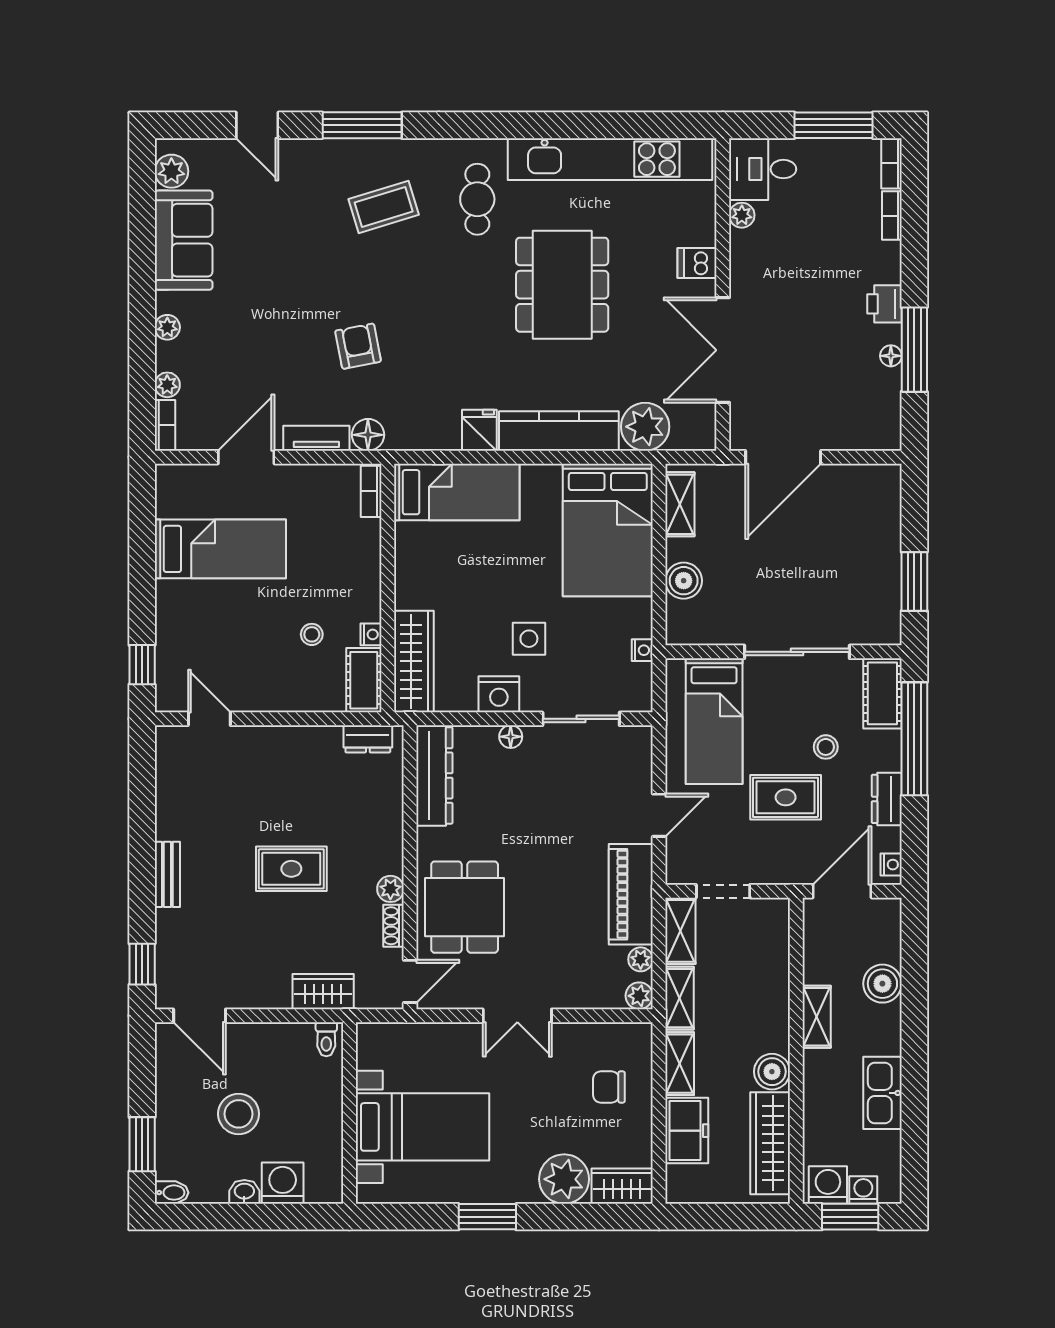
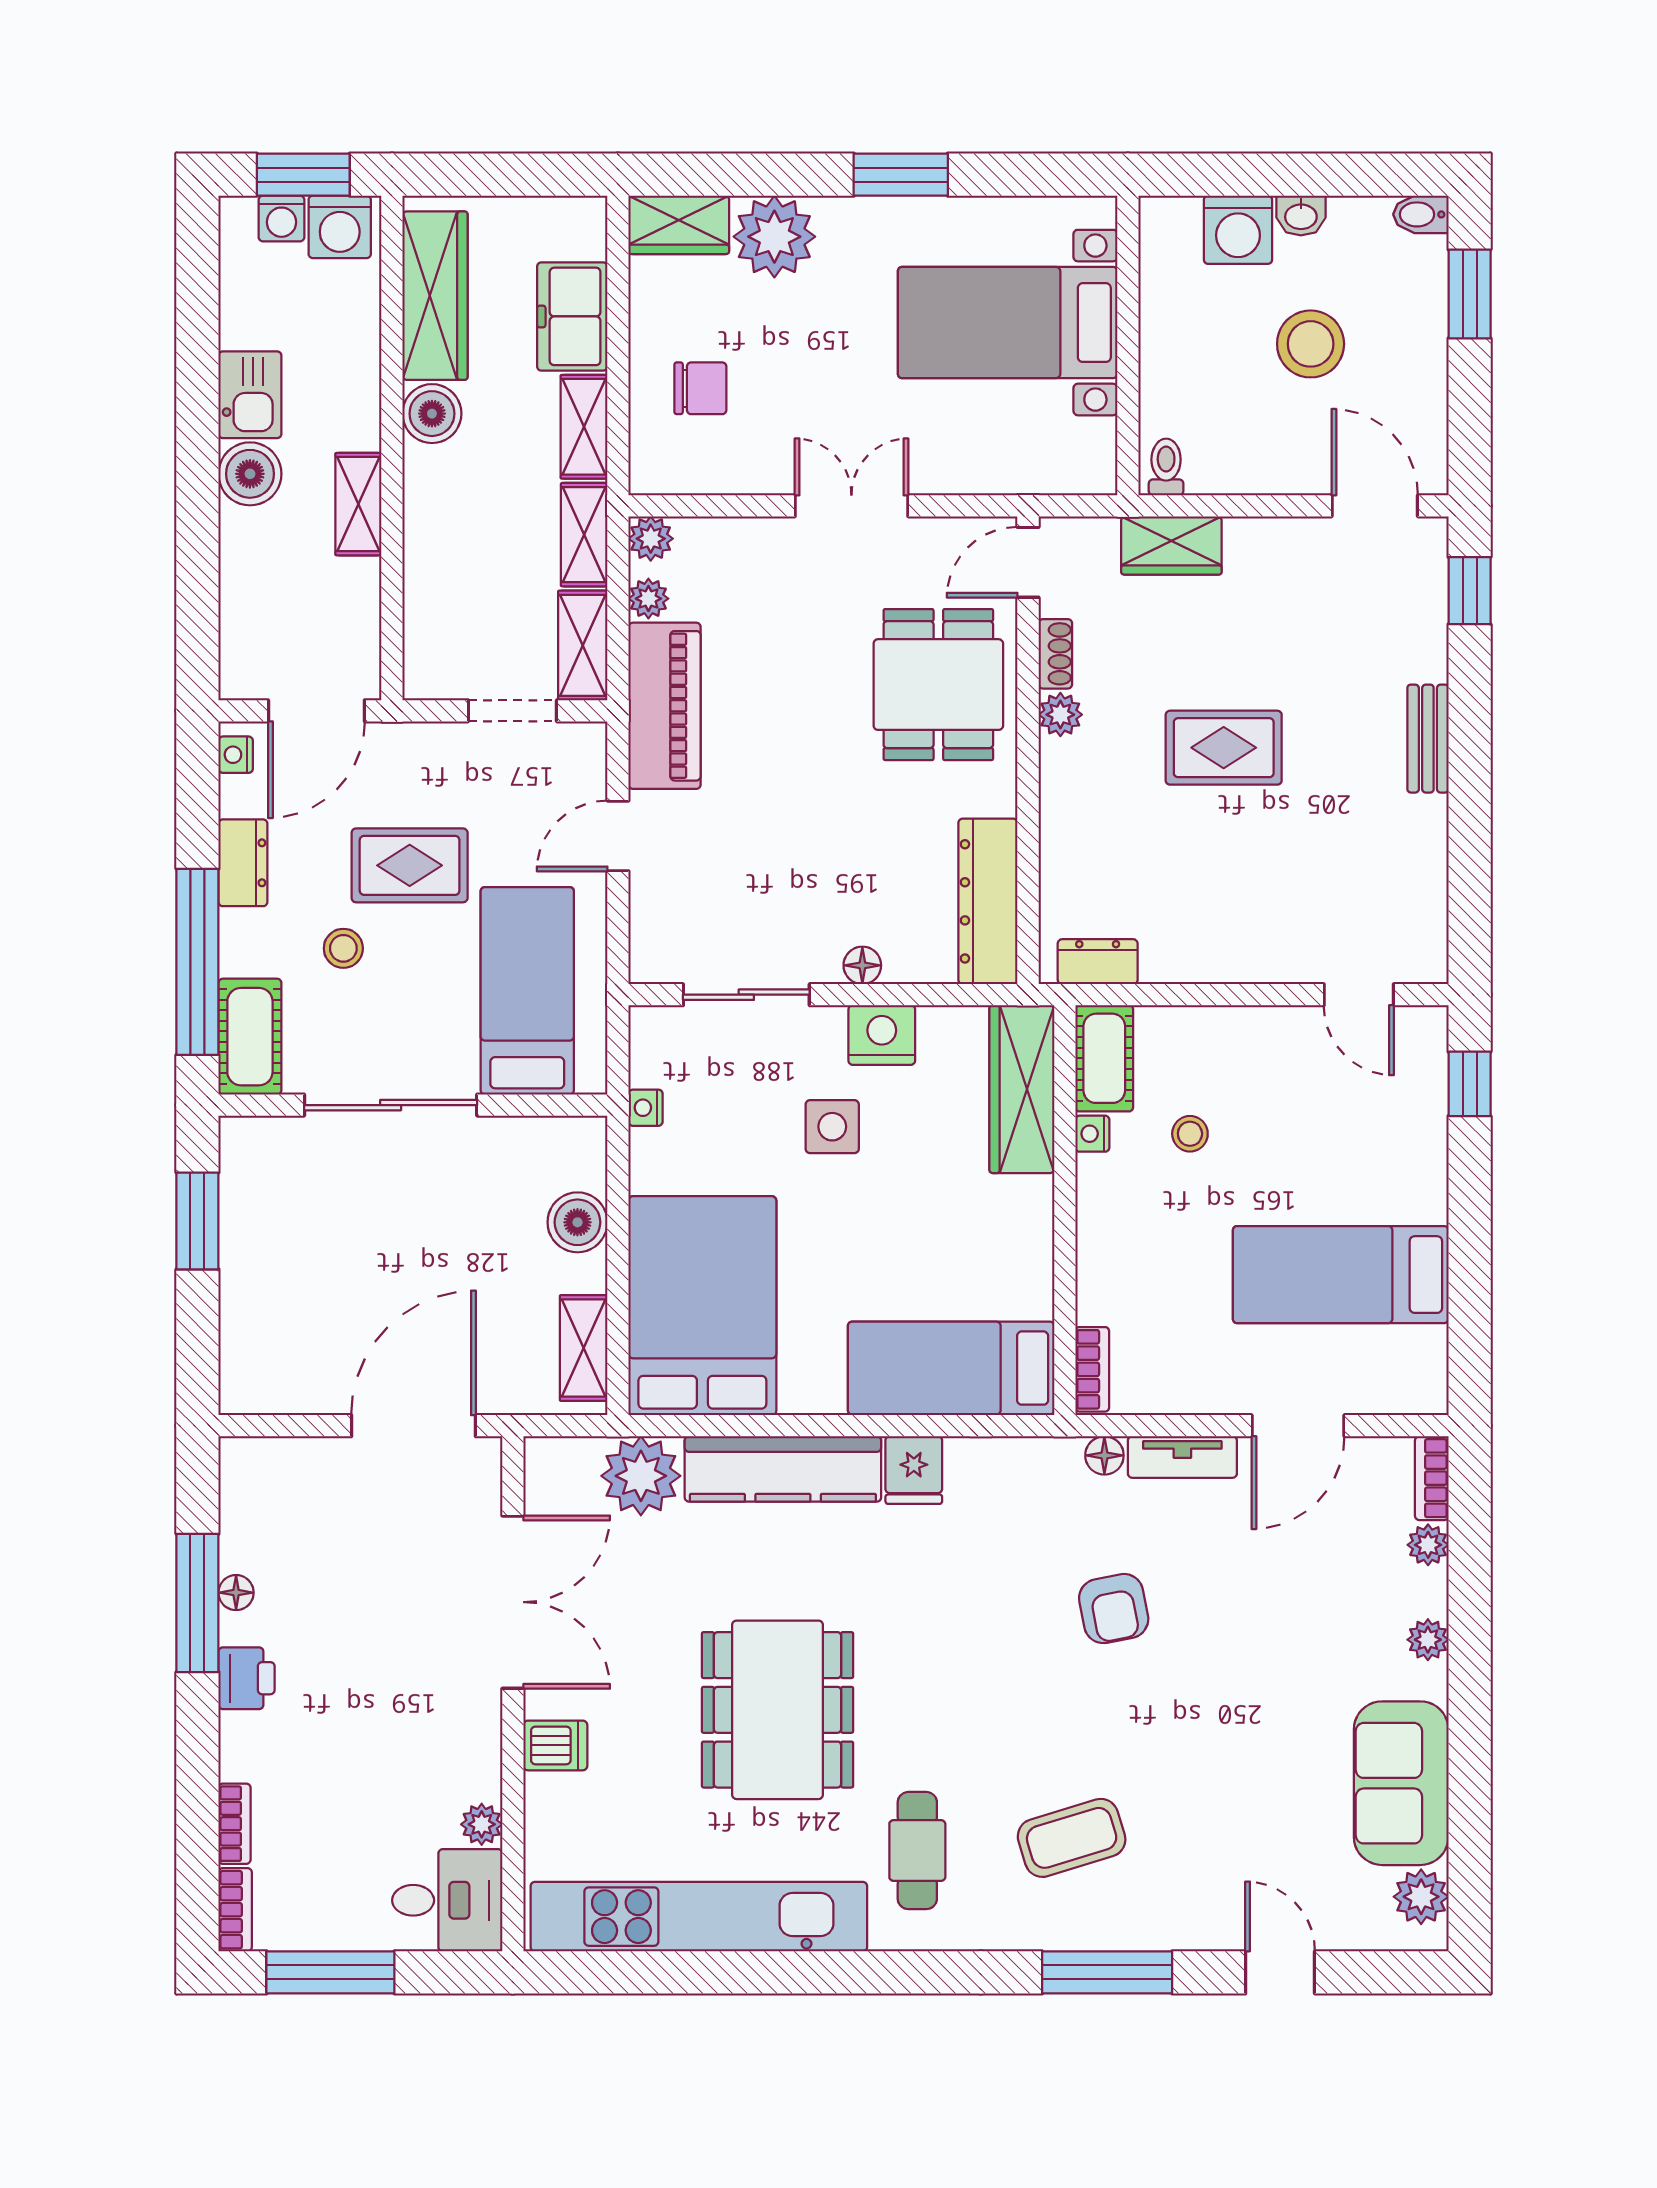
floor lamp: (368, 435) -> (1104, 1455), width x0.73, depth x0.73
boiler: (882, 984) -> (250, 474), moved
kitchen sink: (882, 1093) -> (250, 395), width x0.73

